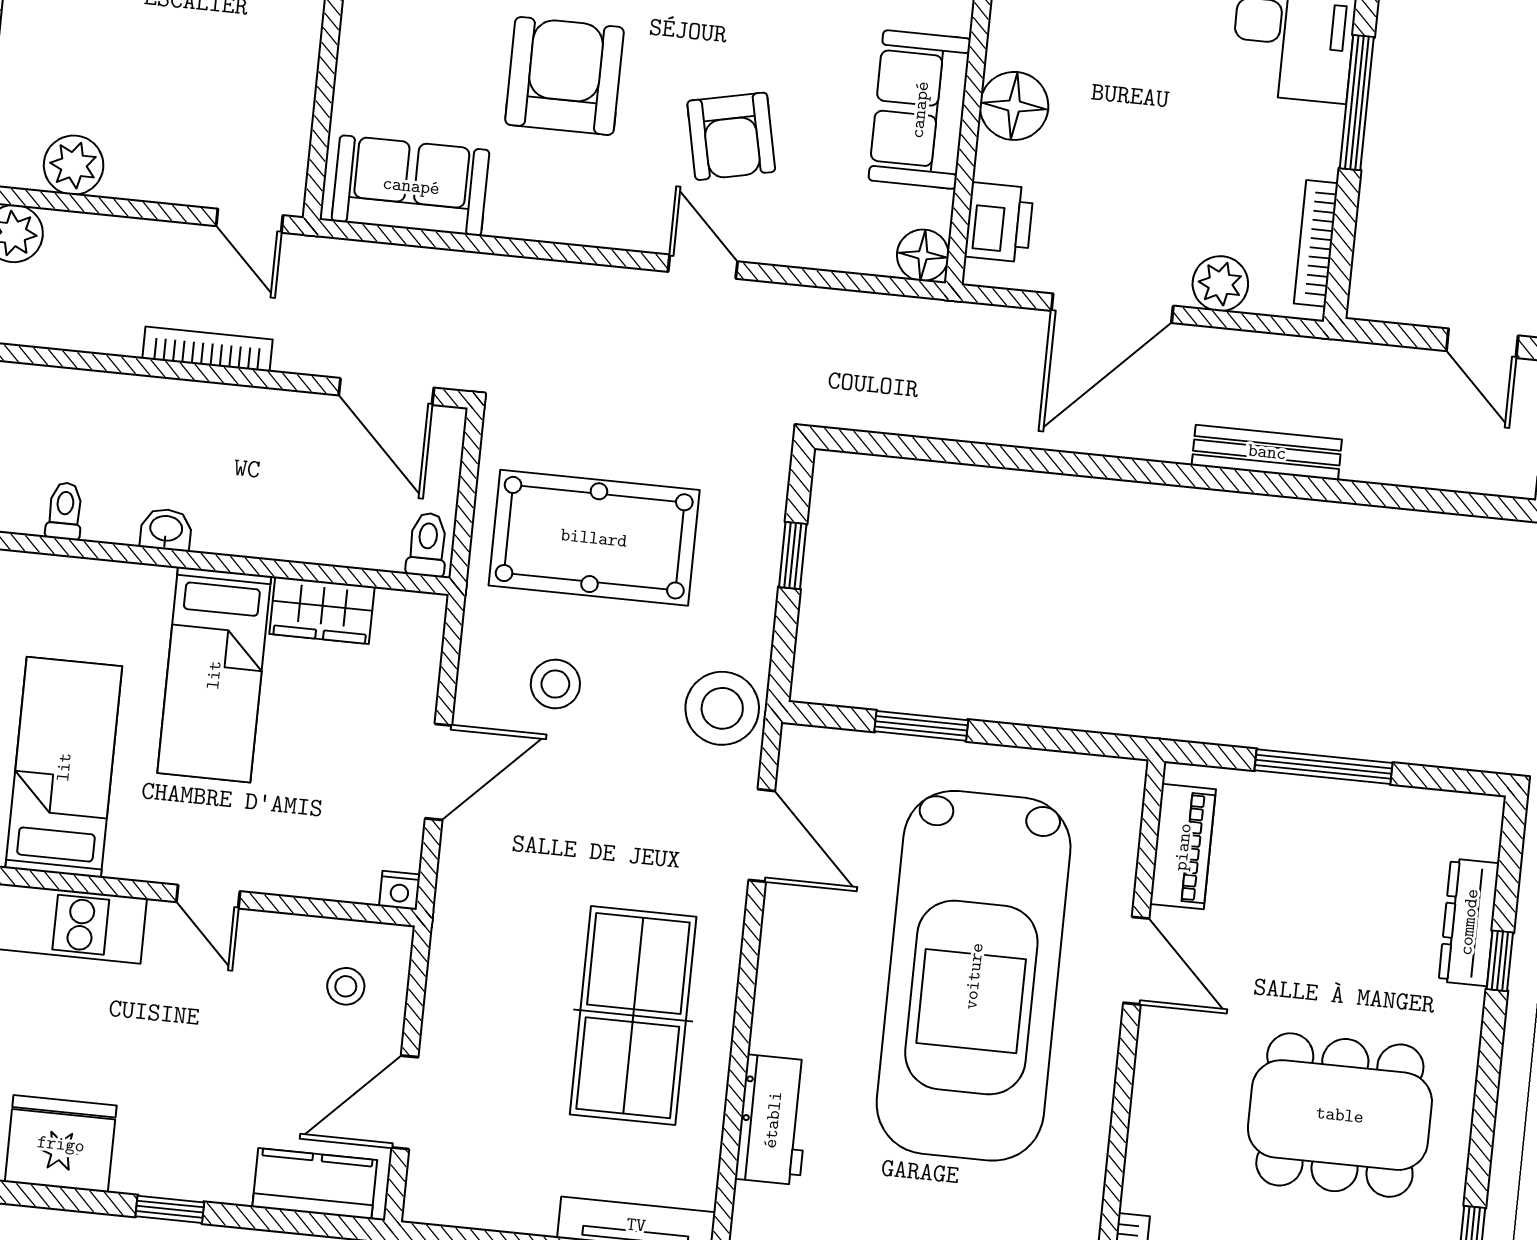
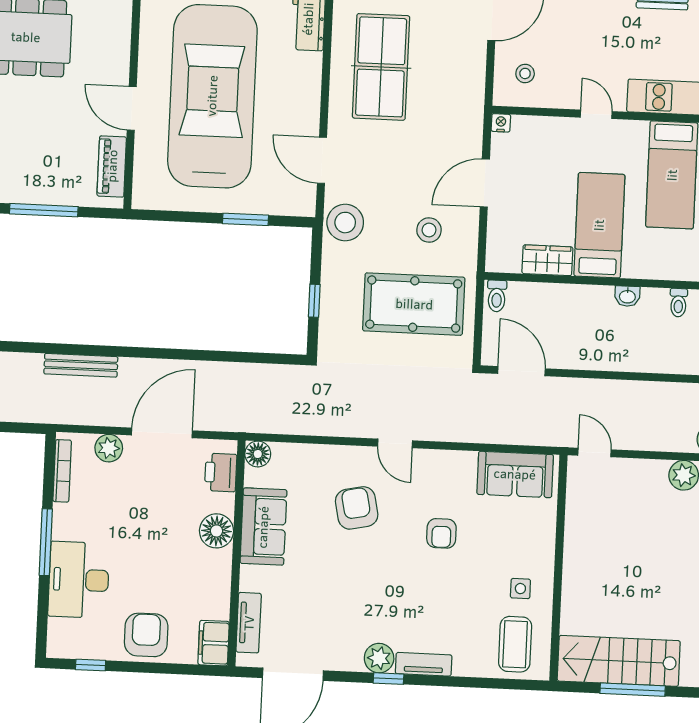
armchair: (564, 76) -> (441, 533), width x0.53, depth x0.53
door: (703, 267) -> (395, 443), moved
bookcase: (207, 349) -> (612, 387), removed

